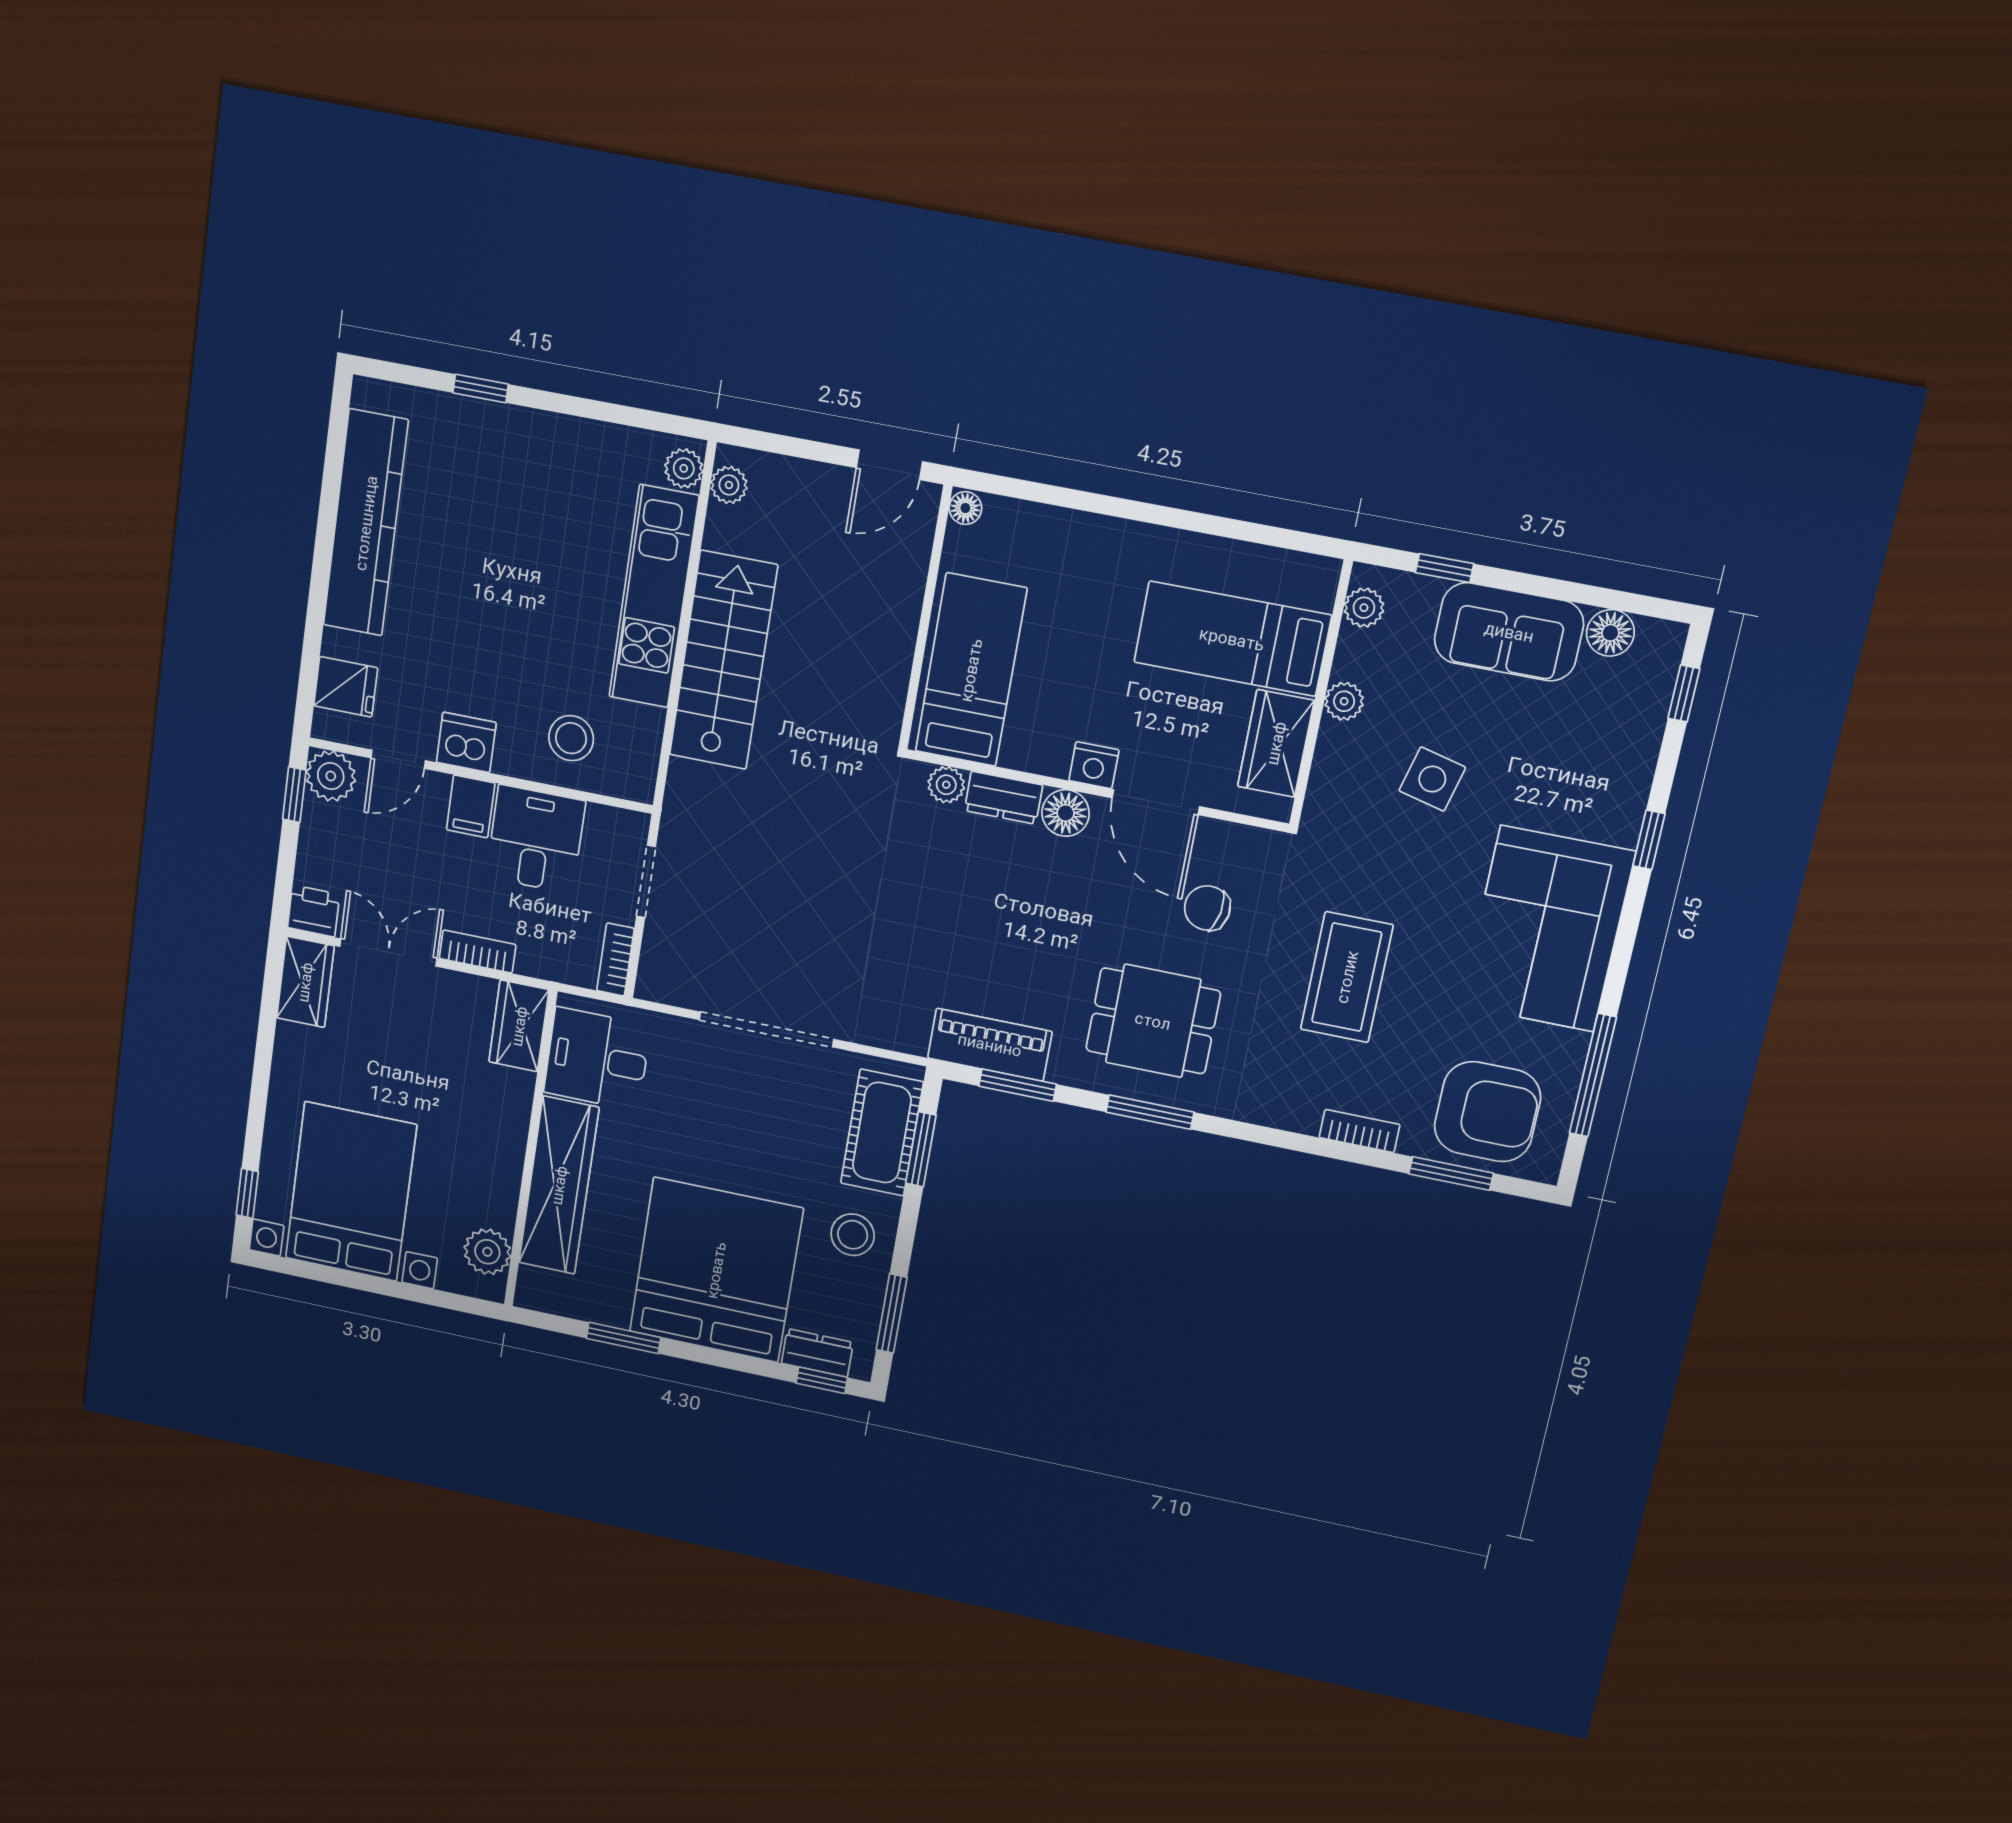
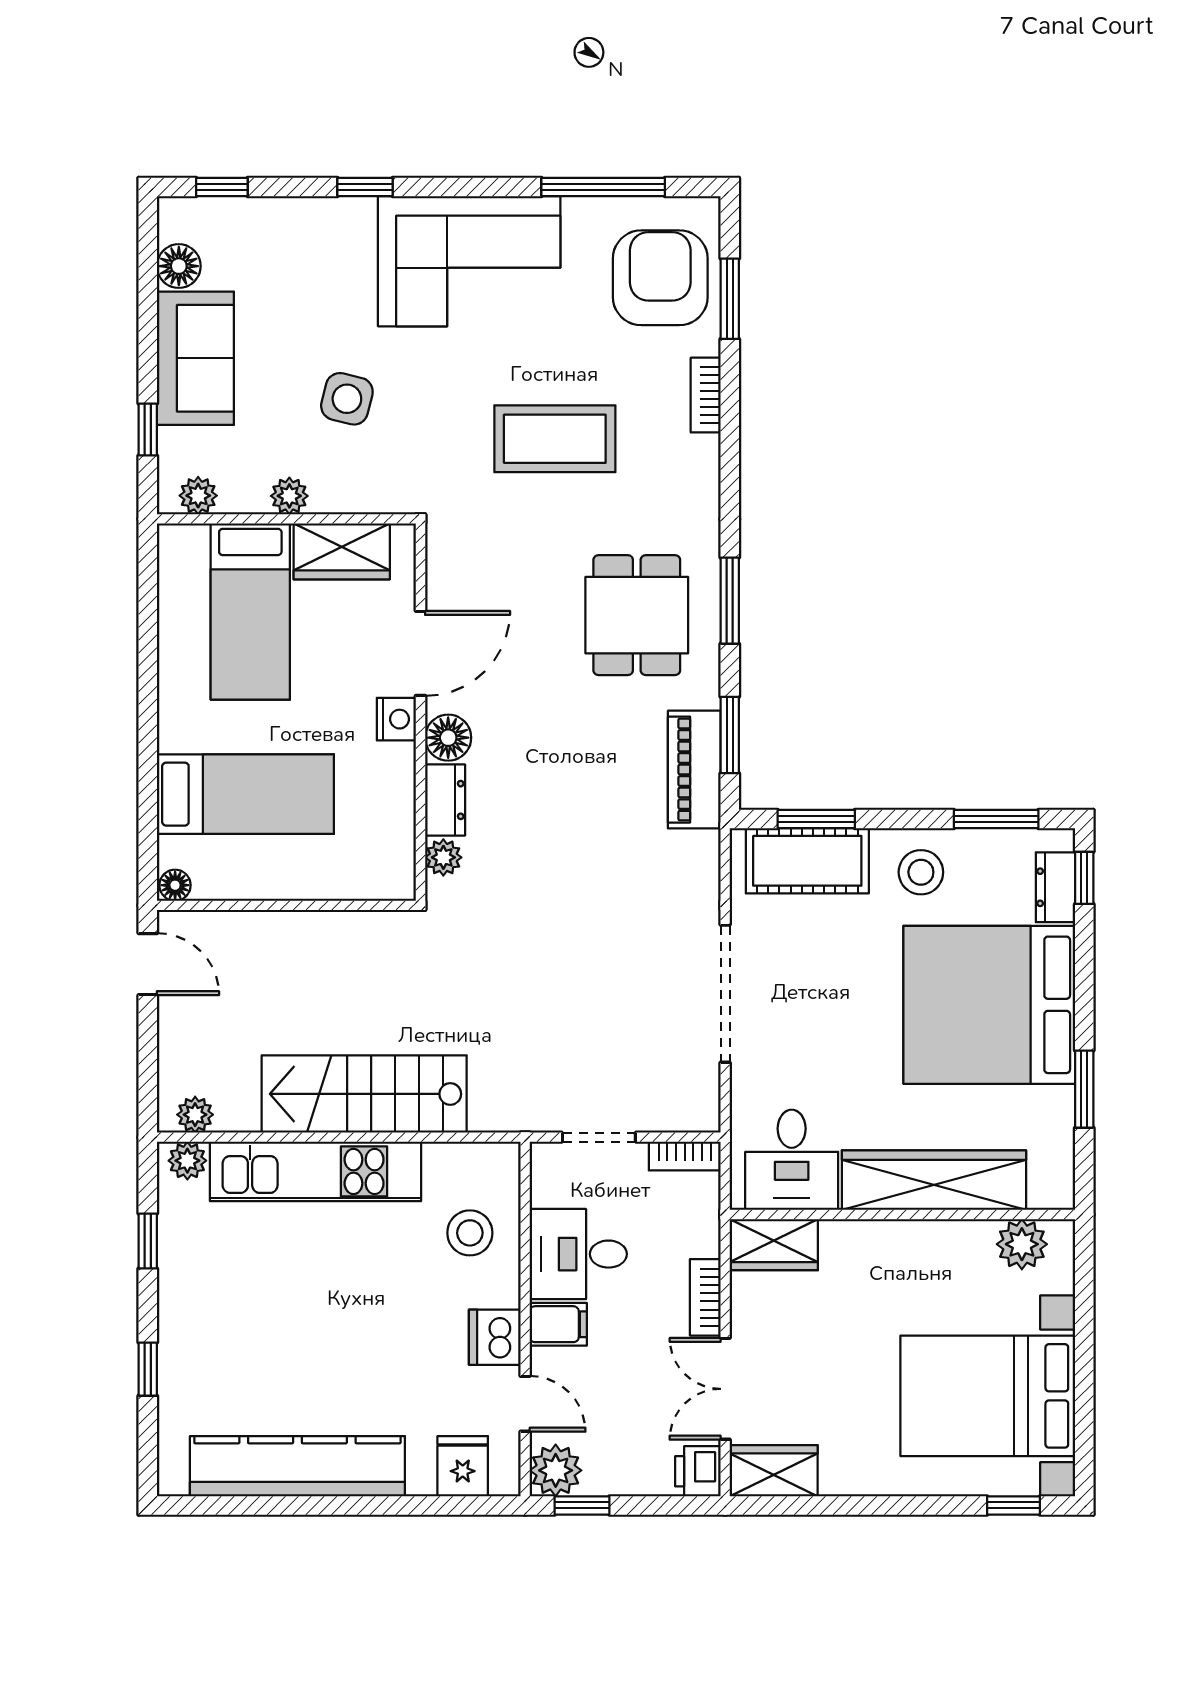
window: (609, 412) -> (148, 1241), added
bed: (971, 670) -> (245, 794), moved, turned 180
chair: (1207, 908) -> (514, 585), removed

